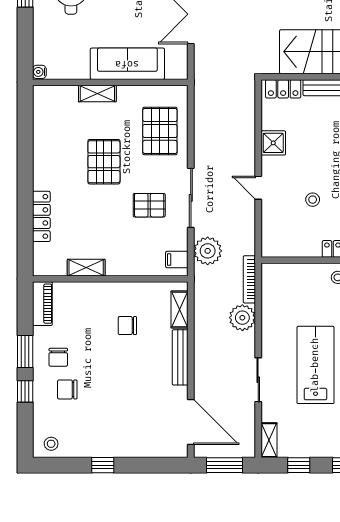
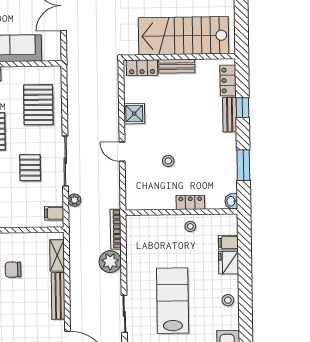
pallet: (149, 205) -> (30, 168), turned 90
plant: (208, 251) -> (74, 200), width x0.53, depth x0.53

